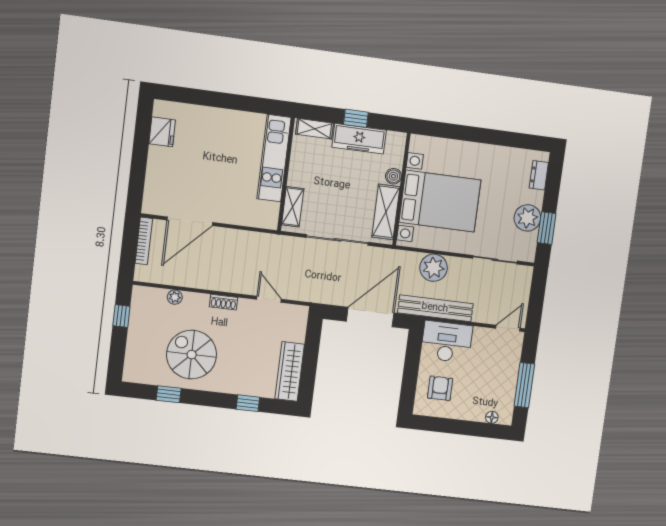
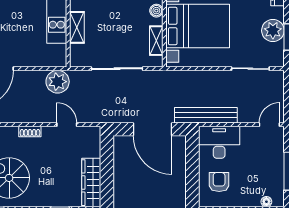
shelving: (293, 207) -> (77, 27), moved
shelving: (386, 212) -> (156, 41), width x0.67, depth x0.75
plant: (434, 268) -> (58, 82), moved
door: (370, 317) -> (152, 129), swing flipped

